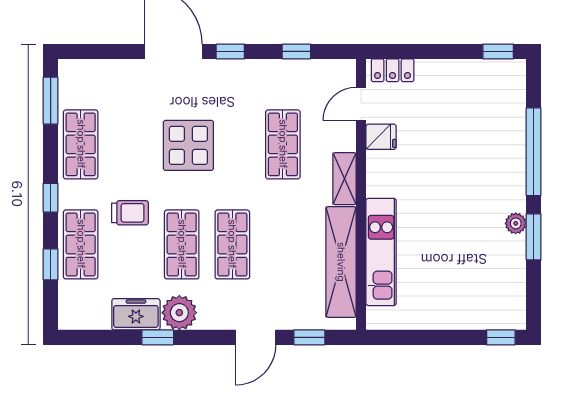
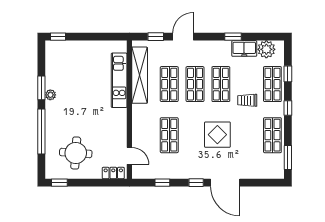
door: (361, 104) -> (129, 156), hinge flipped
round table: (466, 109) -> (76, 153), added
fridge: (381, 137) -> (119, 139), removed
shelving: (344, 179) -> (138, 118), removed
shop shelf: (283, 244) -> (169, 84), added
plant: (179, 313) -> (266, 49), moved

